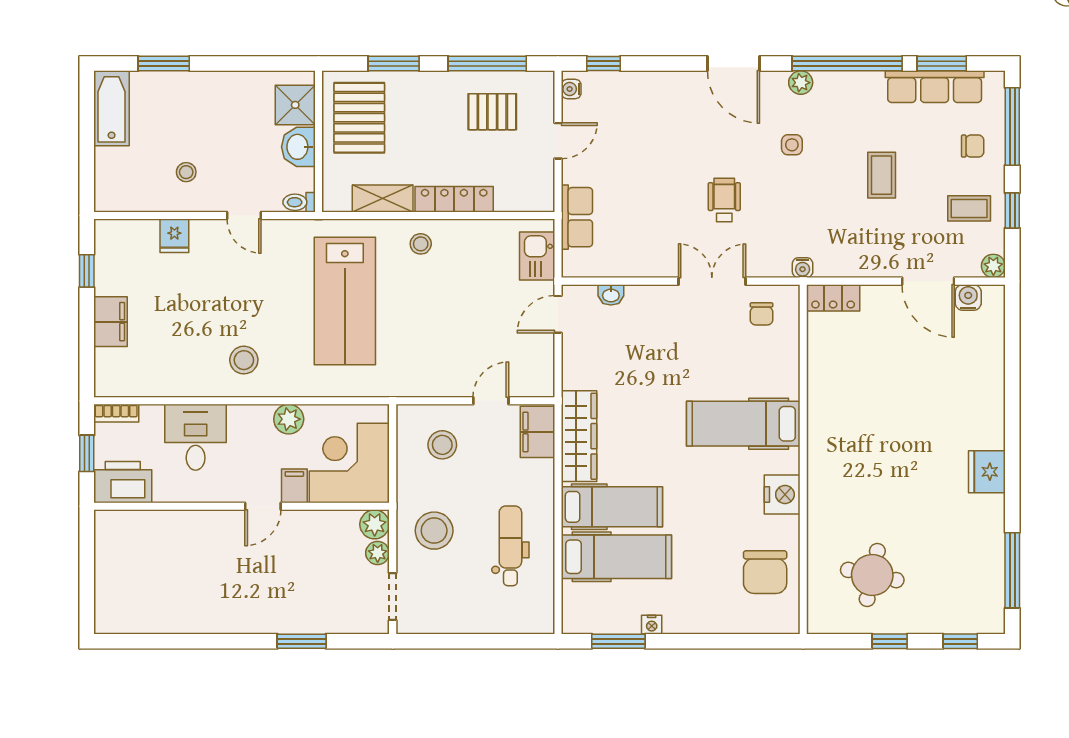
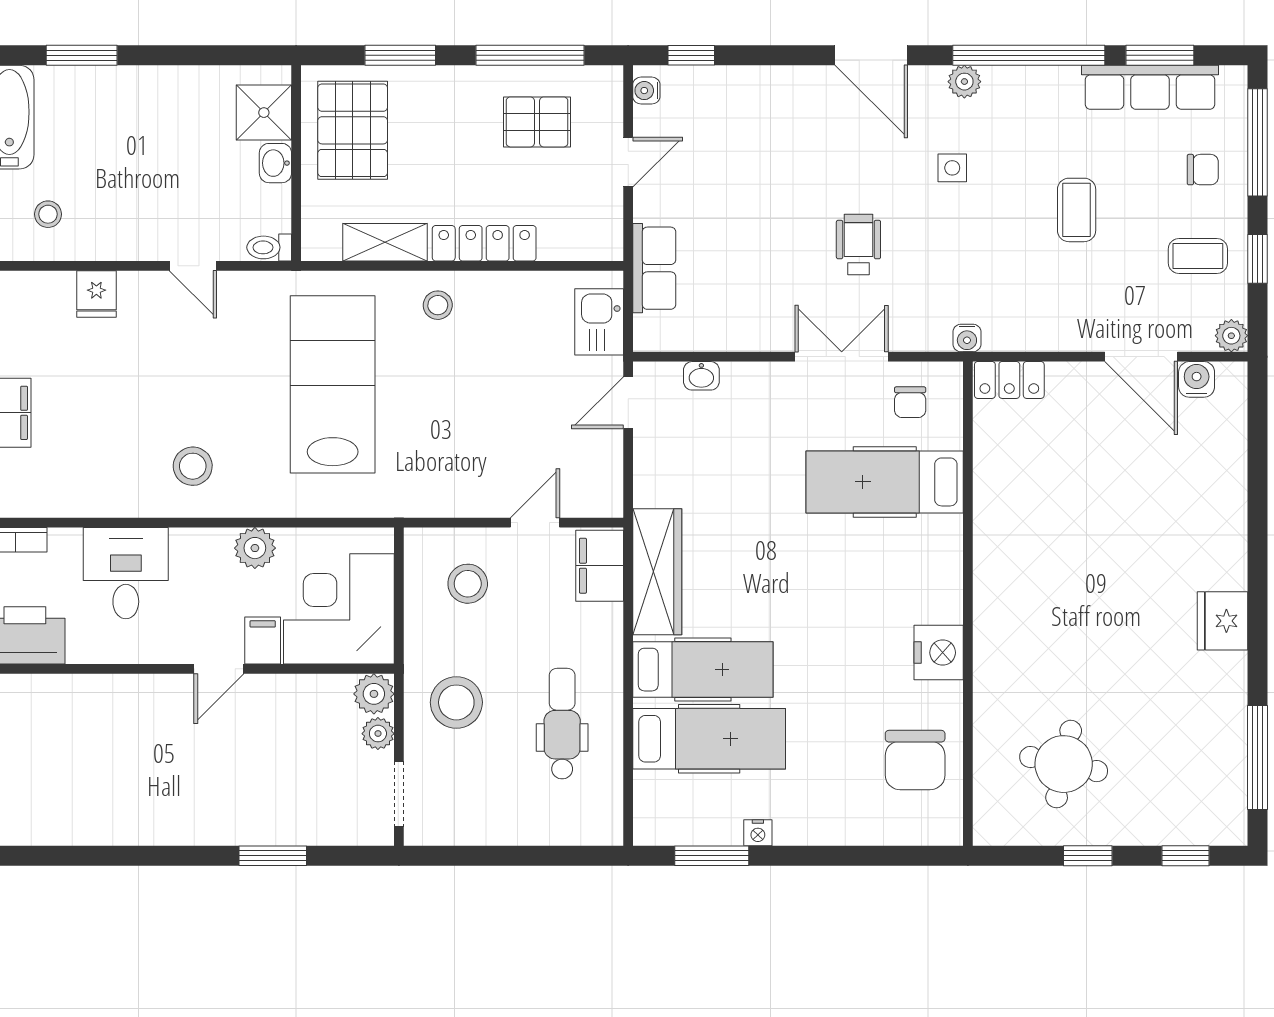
washbasin: (298, 147) -> (275, 163), width x0.72, depth x0.69
stool: (186, 172) -> (48, 214), moved
lab bench: (345, 301) -> (333, 384), turned 180
hospital bed: (743, 424) -> (885, 482), moved

